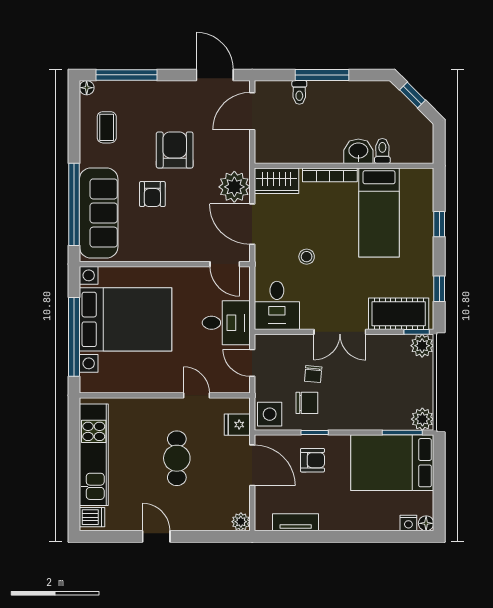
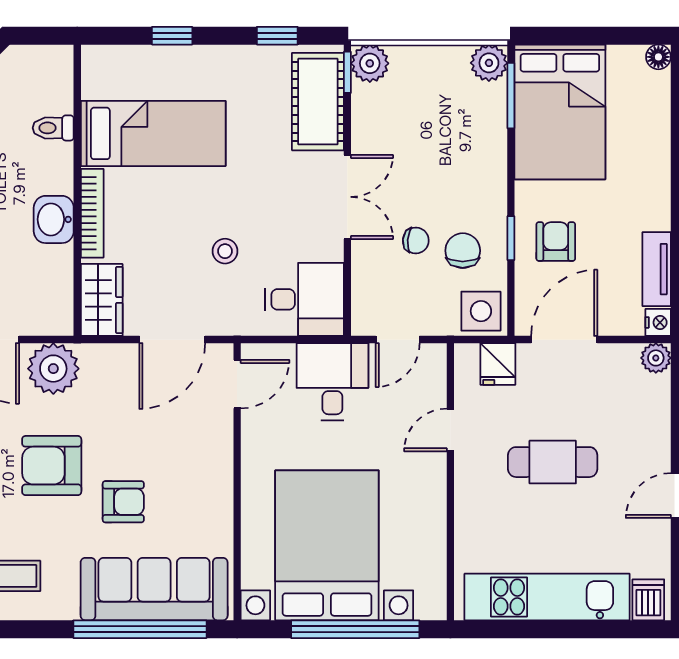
washbasin: (358, 151) -> (54, 219), moved
plant: (234, 187) -> (53, 369), moved
nightstand: (408, 523) -> (658, 322), moved

